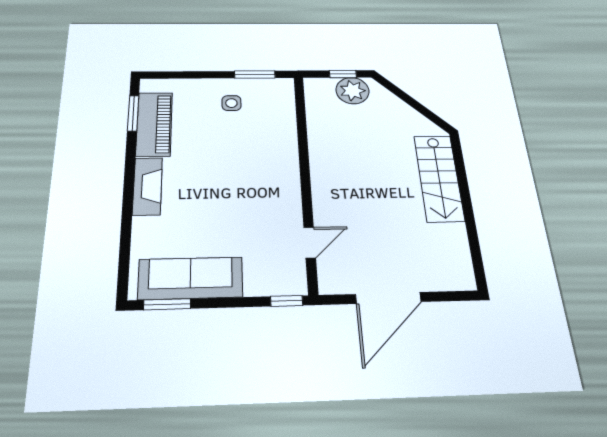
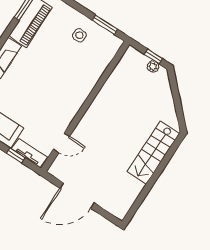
plant: (353, 91) -> (153, 66), width x0.53, depth x0.53
tv unit: (275, 285) -> (29, 153), added
window: (287, 301) -> (16, 155), moved

